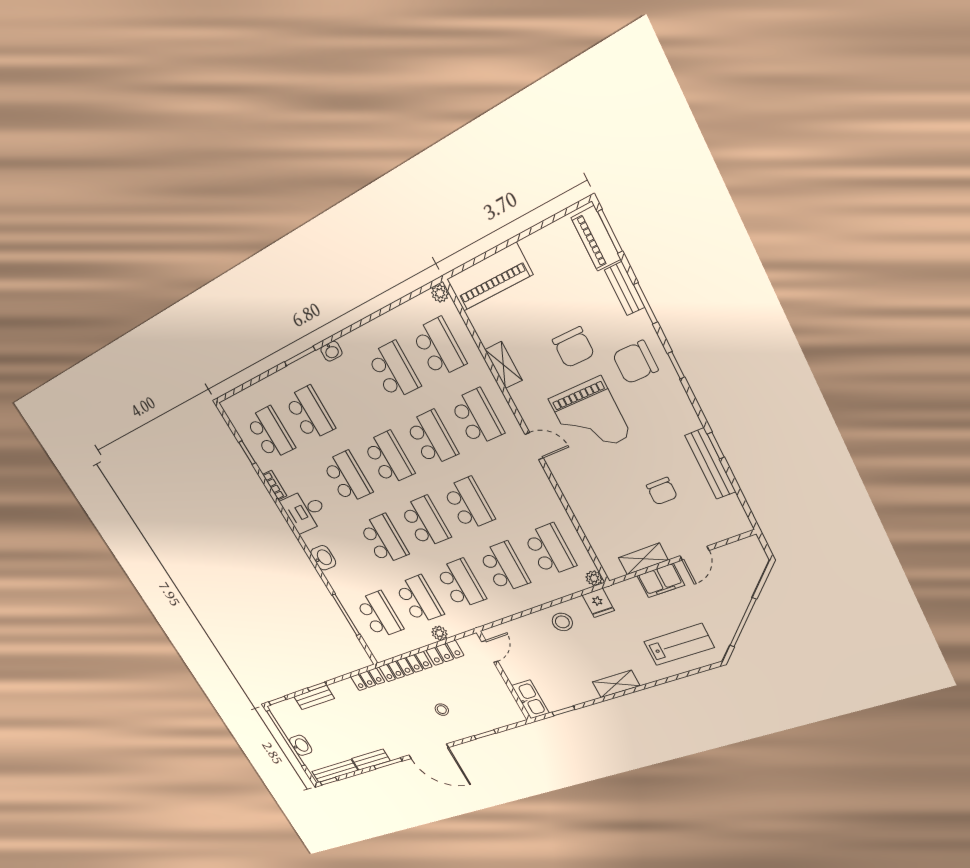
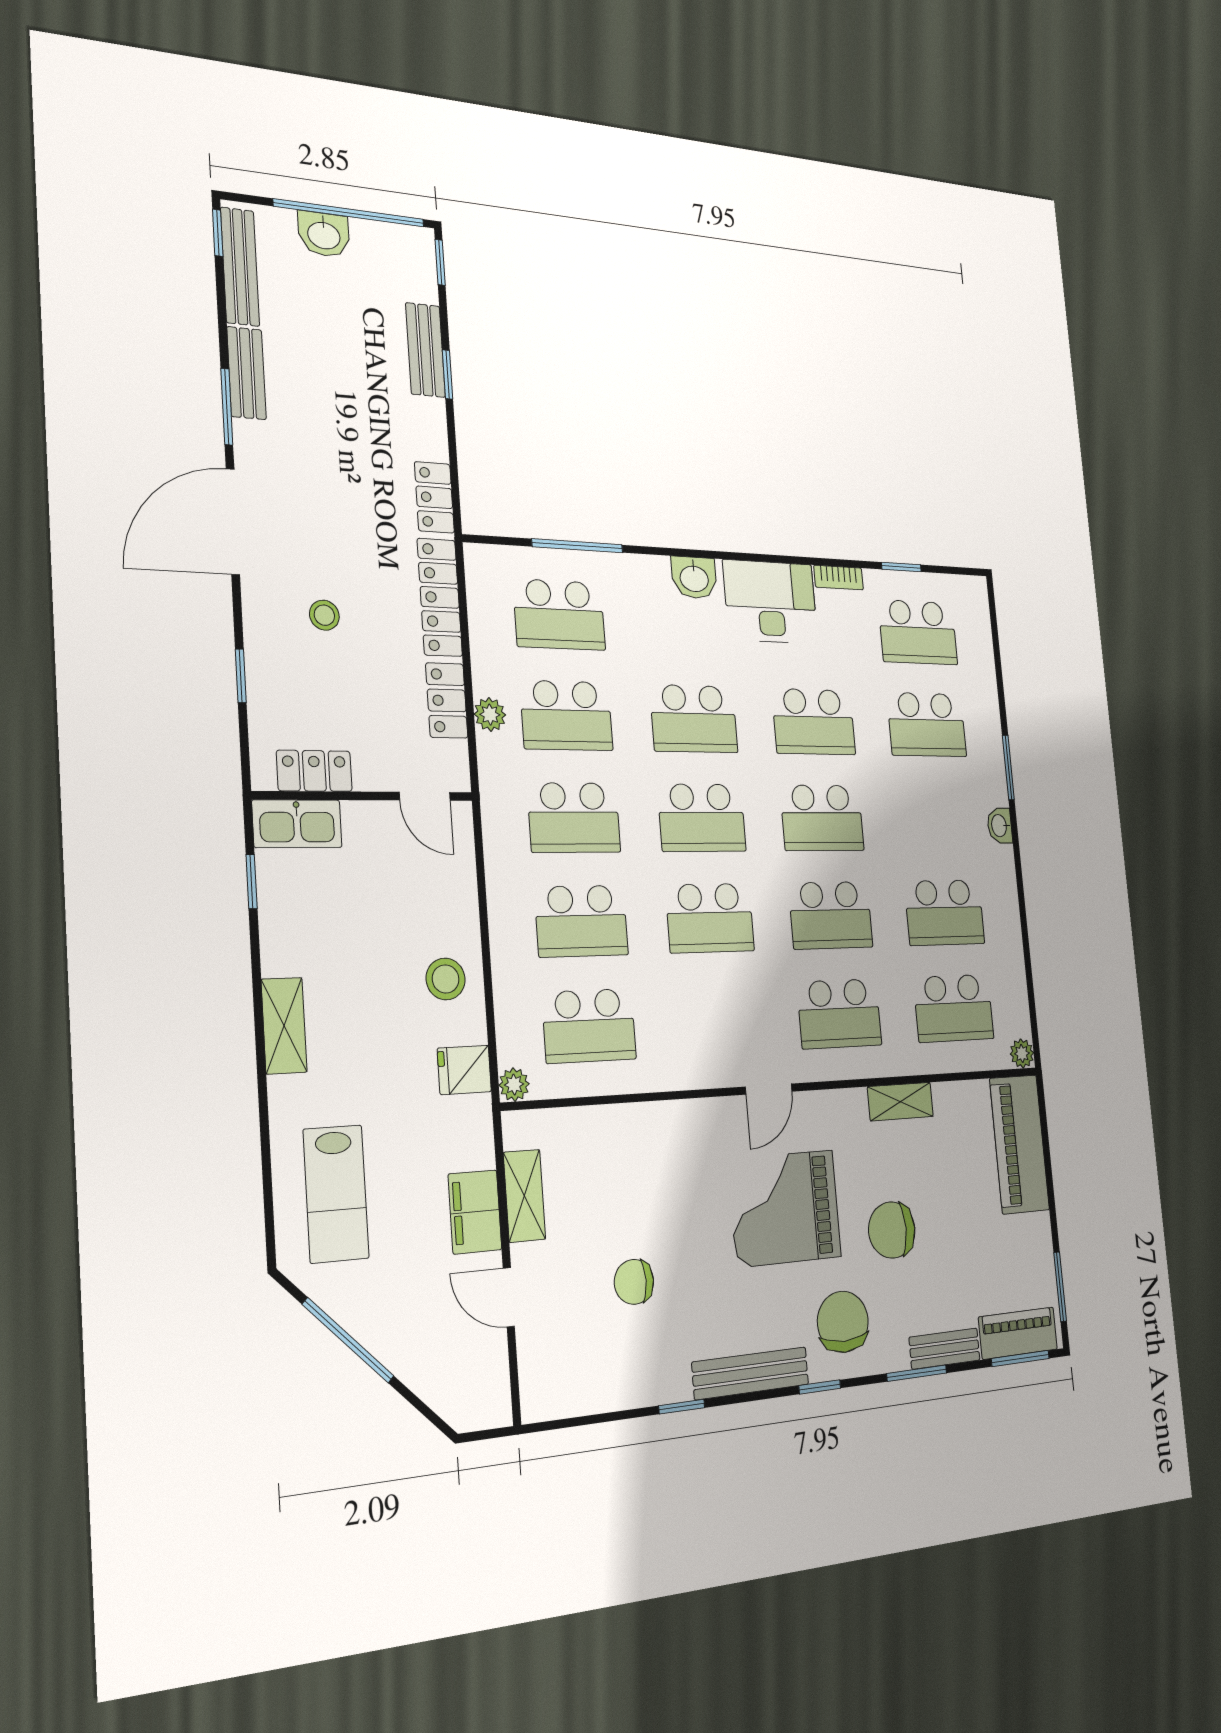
window: (557, 217) -> (1060, 1287), added
bench: (710, 464) -> (751, 1373), moved
desk: (305, 511) -> (771, 602), width x1.37
locker: (505, 698) -> (314, 771), added

